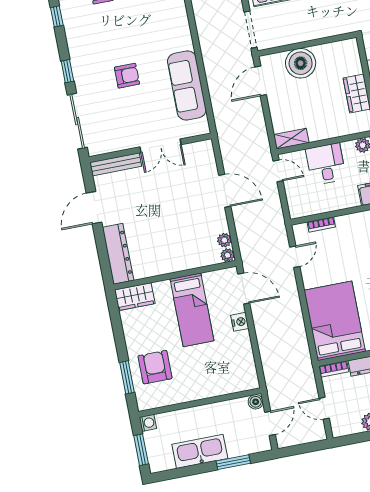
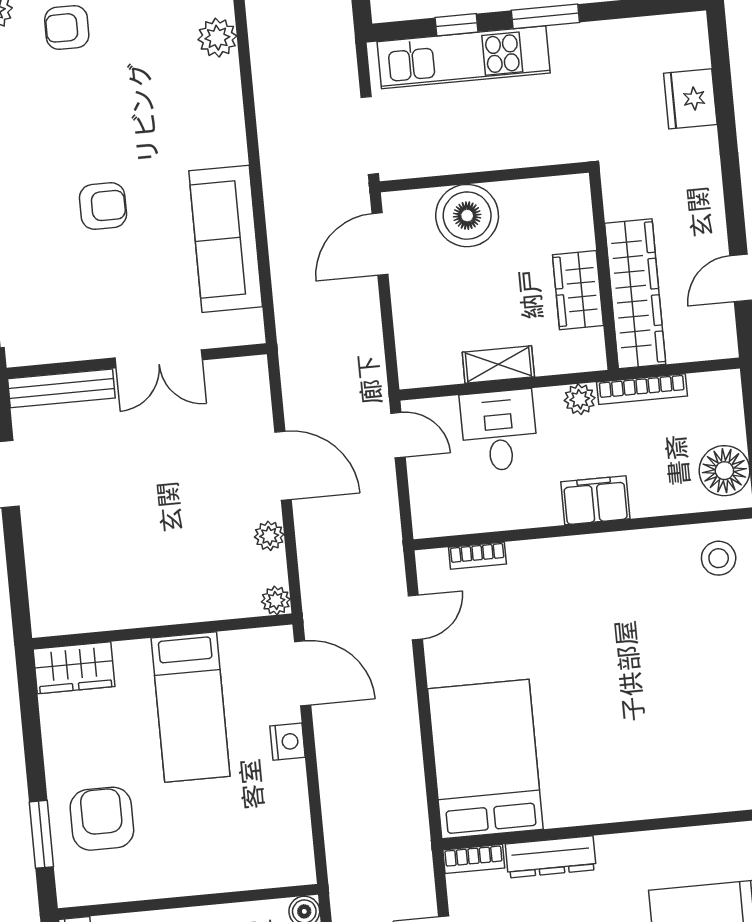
shelving: (291, 139) -> (498, 365), moved
plant: (224, 240) -> (269, 536), moved
dresser: (118, 254) -> (48, 575), removed

